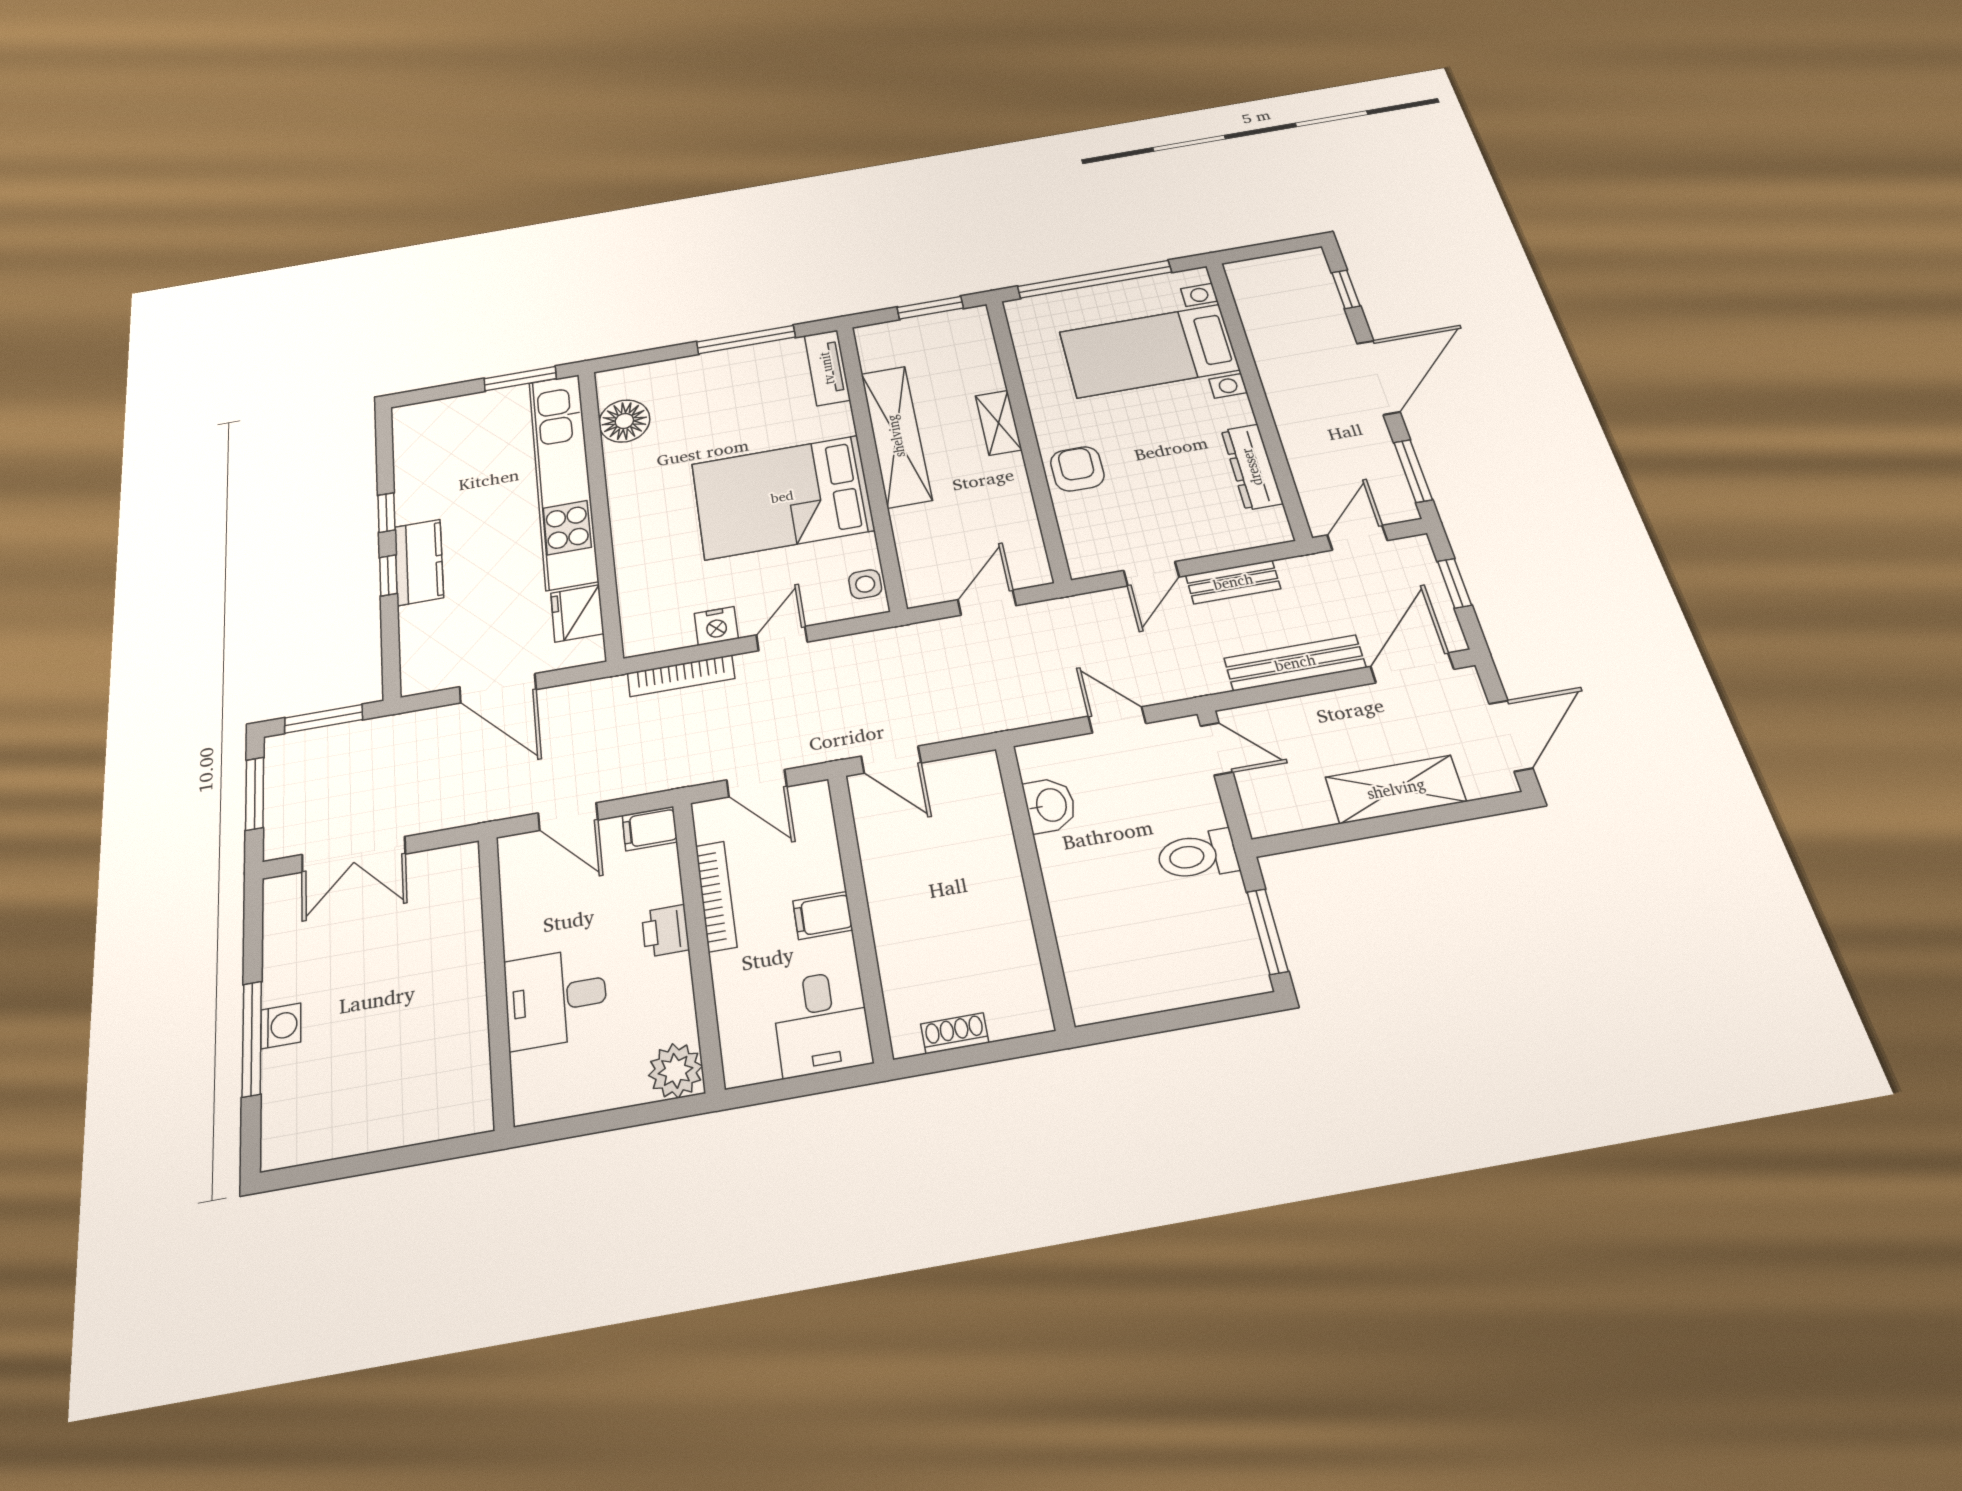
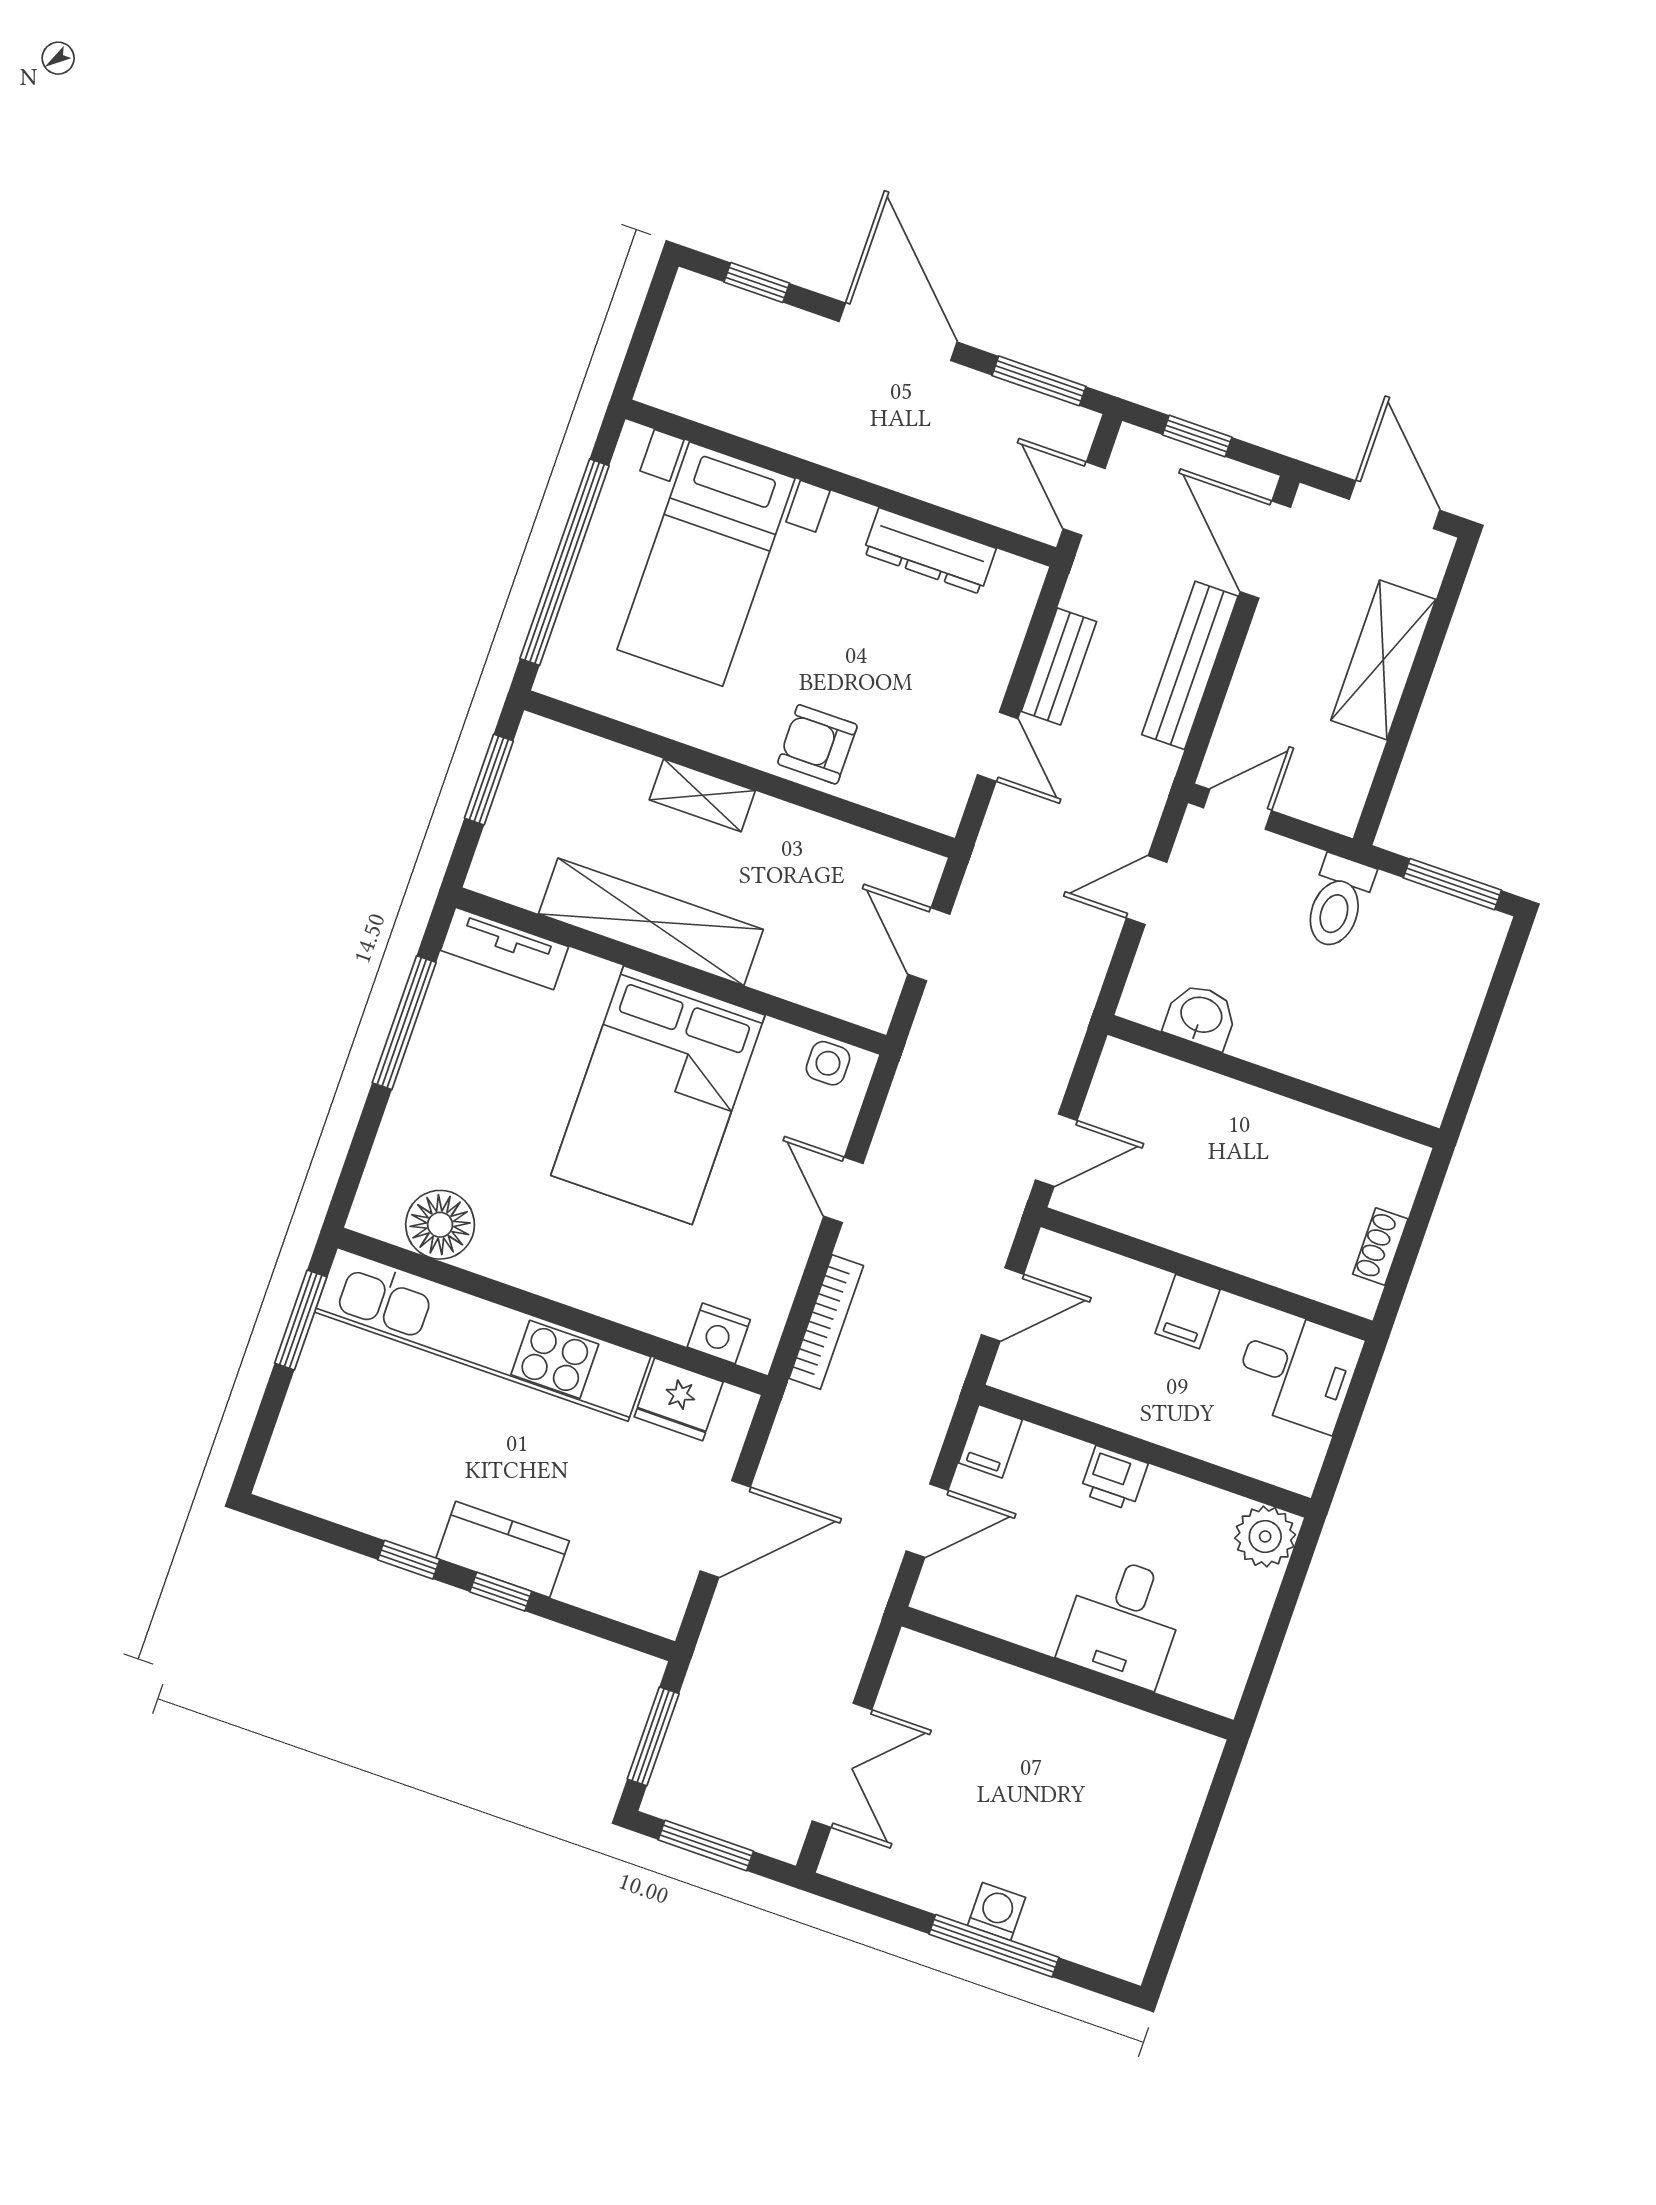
nightstand: (716, 626) -> (719, 1333), moved, turned 90
bookcase: (716, 896) -> (1105, 1409), removed

